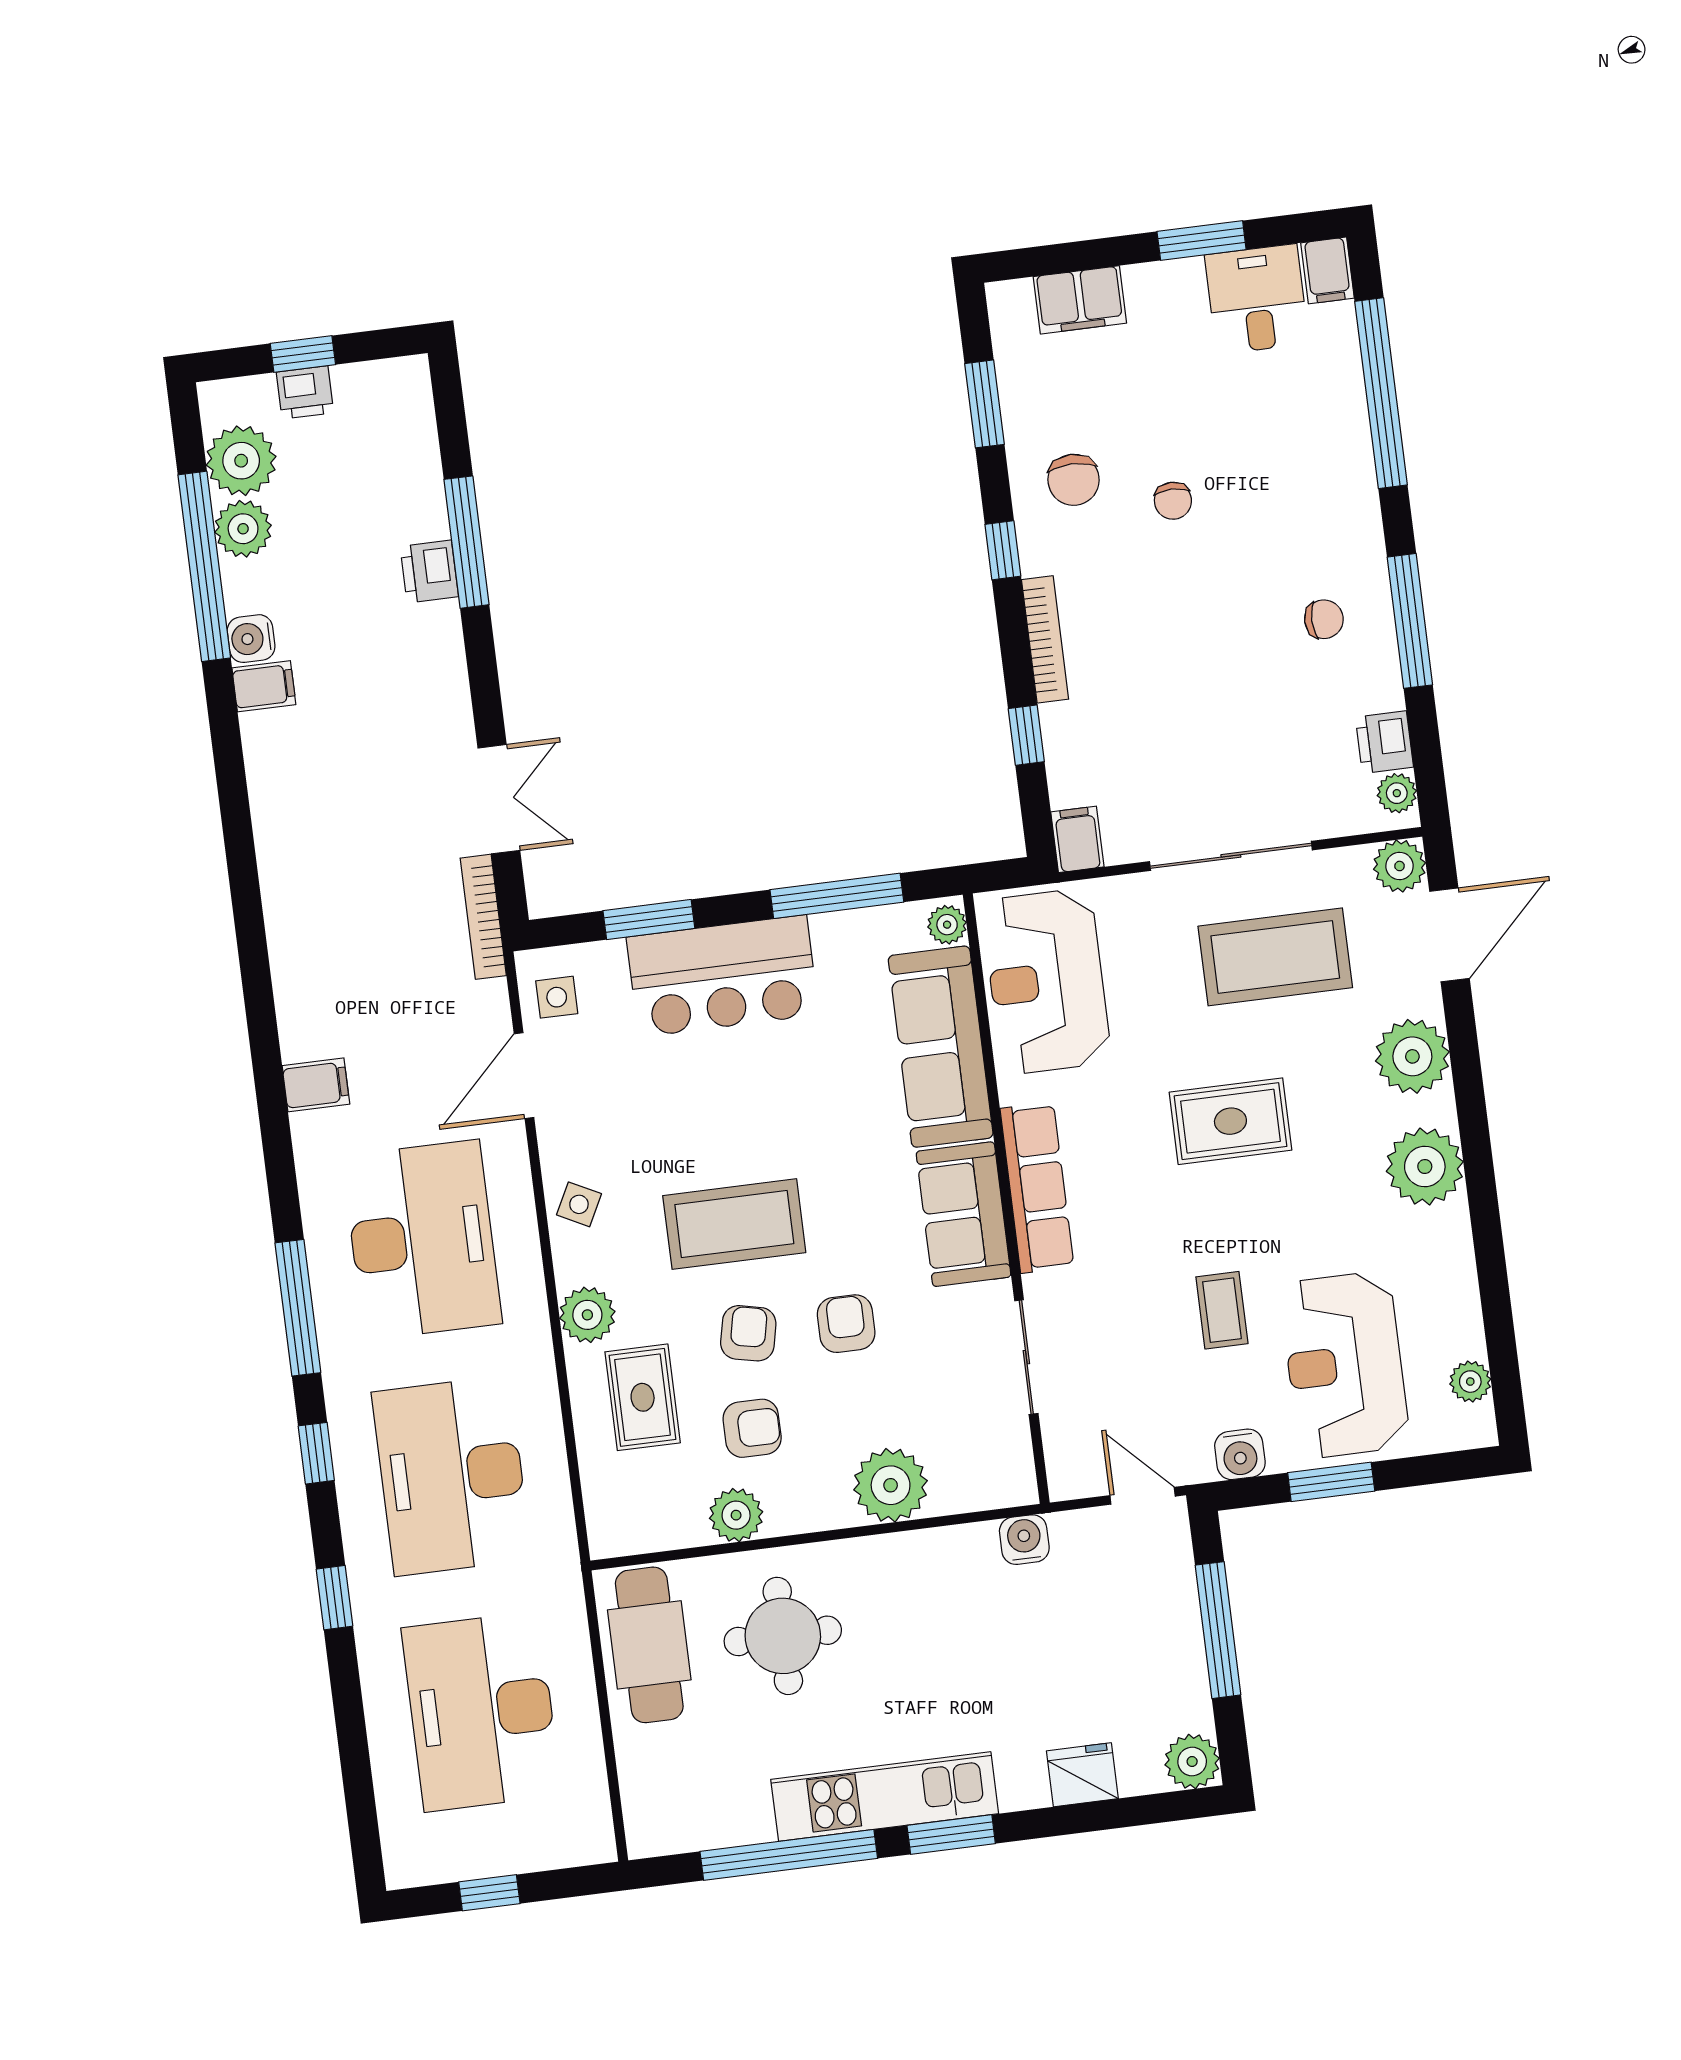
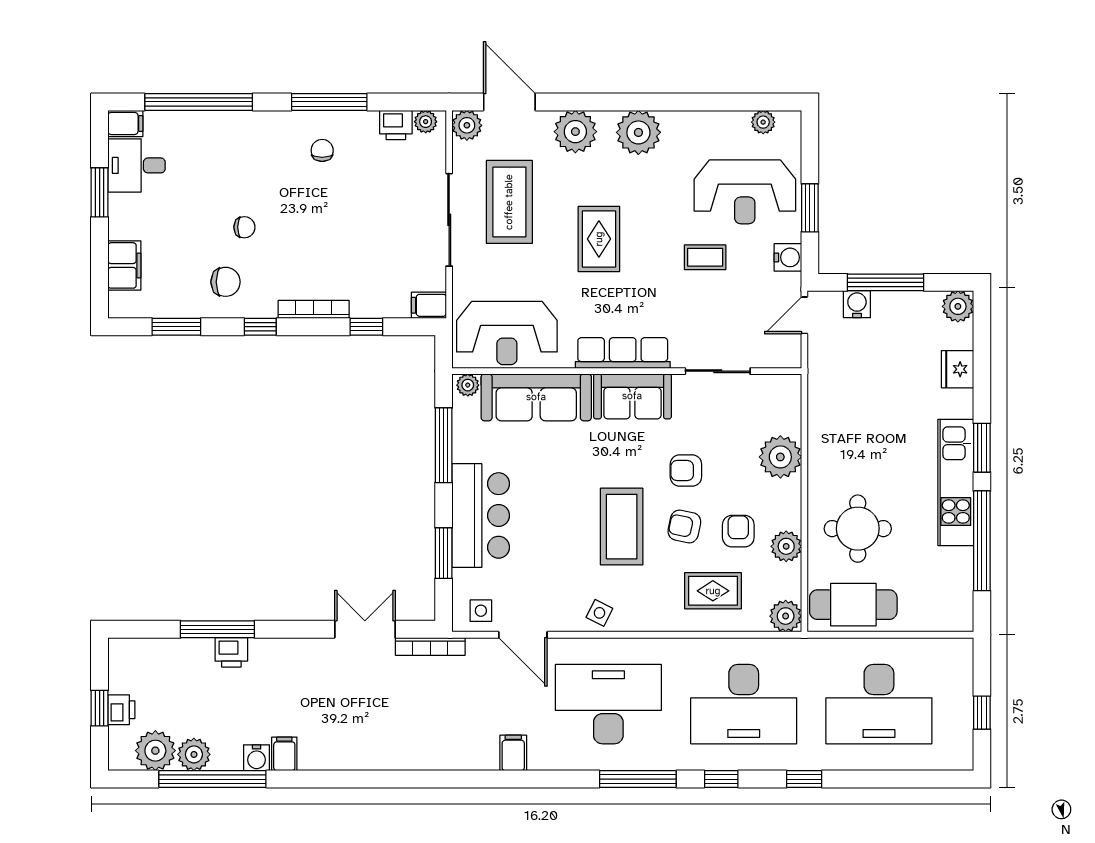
plant: (587, 1315) -> (786, 616), moved
water cooler: (1024, 1540) -> (857, 304), moved, turned 90

